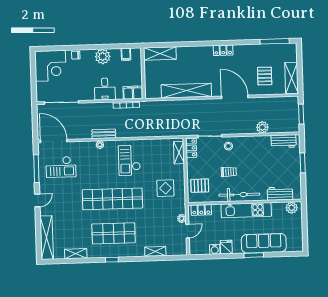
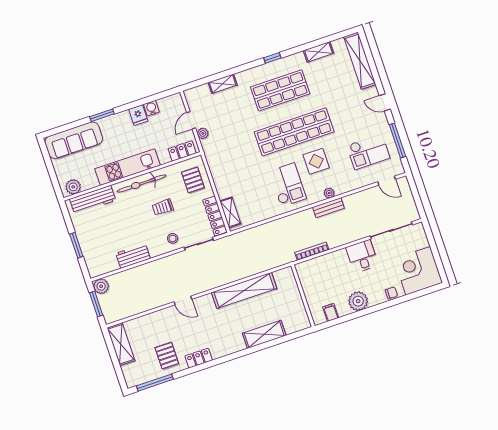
locker: (223, 50) -> (199, 358), moved
shelving: (160, 53) -> (264, 334), moved
pallet: (265, 76) -> (167, 356), moved
desk: (105, 89) -> (362, 256), moved
filing cabinet: (133, 93) -> (308, 268), removed
door: (235, 97) -> (183, 300), width x0.53
plant: (262, 127) -> (101, 286), moved
door: (54, 141) -> (387, 181), width x0.53
workbench: (284, 141) -> (133, 256), moved
locker: (191, 148) -> (215, 216), width x1.53
checkout: (61, 167) -> (368, 152), turned 180
pallet: (200, 186) -> (193, 180), turned 90
display table: (165, 188) -> (316, 161), moved
workbench: (280, 194) -> (93, 200), width x1.38
door: (37, 200) -> (385, 102), hinge flipped
sofa: (264, 243) -> (74, 140), moved

